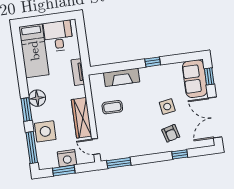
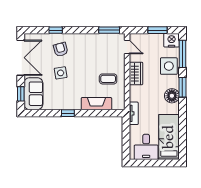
wardrobe: (82, 118) -> (136, 73), width x0.67
nightstand: (67, 158) -> (172, 40), moved

